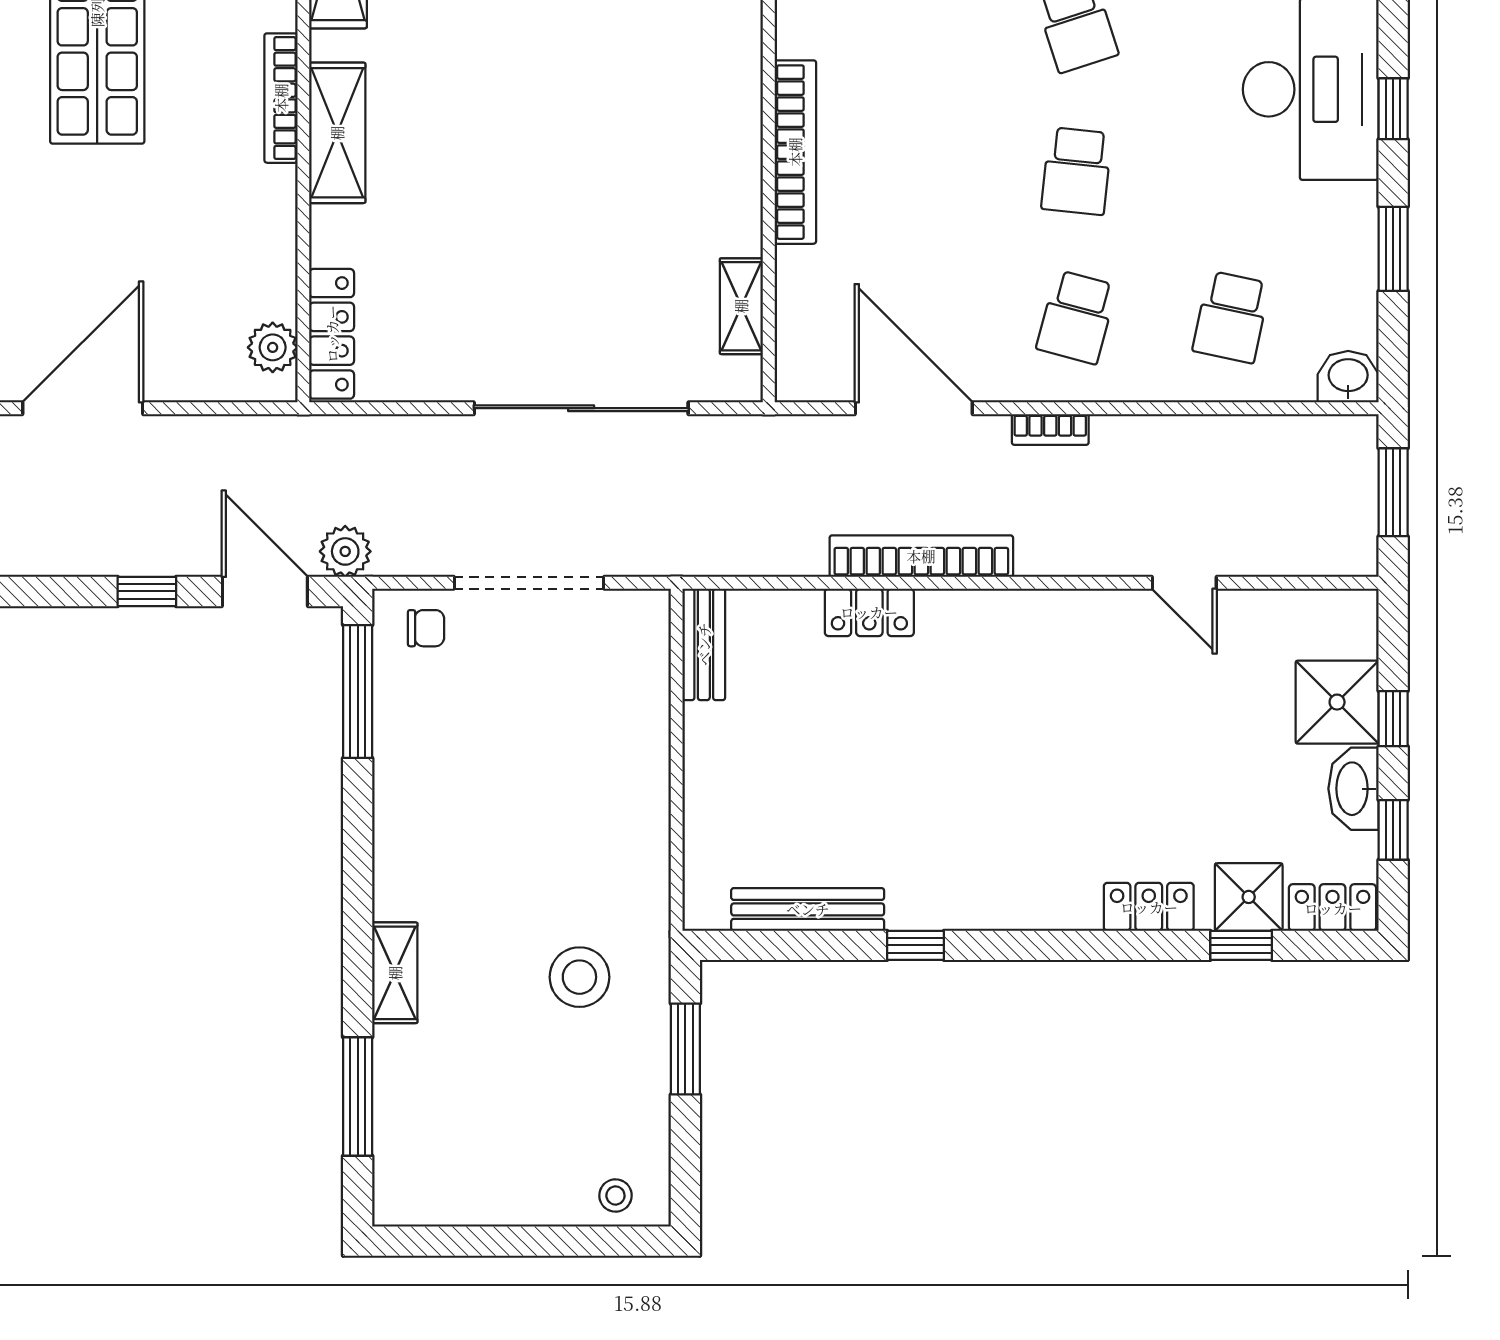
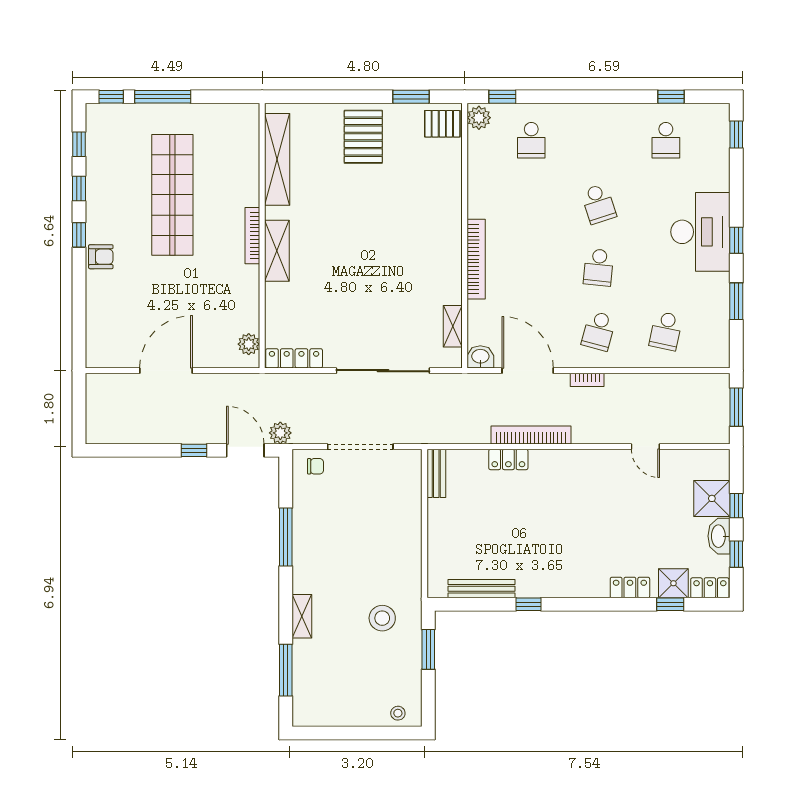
locker: (332, 334) -> (294, 358), moved, turned -90
washbasin: (1348, 377) -> (480, 357), moved
window: (358, 692) -> (286, 537), moved

